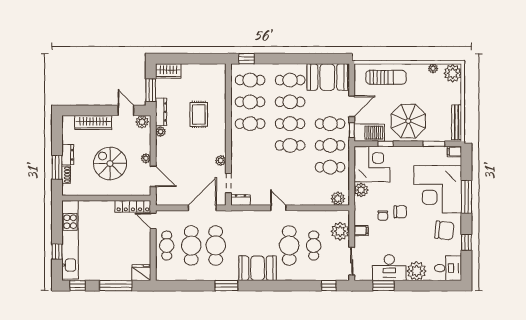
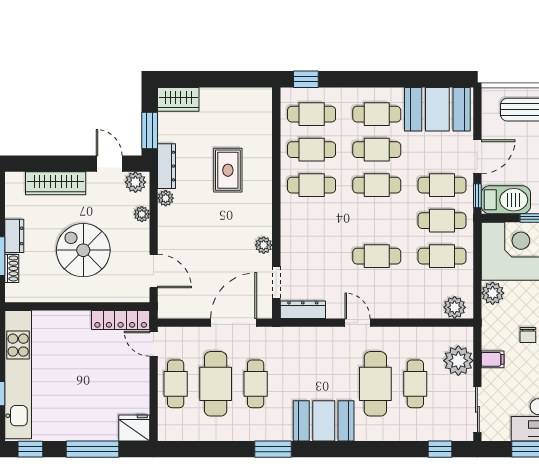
cafe table: (290, 145) -> (377, 256), moved
plant: (146, 158) -> (142, 214), moved
dresser: (240, 200) -> (303, 310), width x1.44
cafe table: (216, 246) -> (256, 384), width x0.73, depth x0.74

